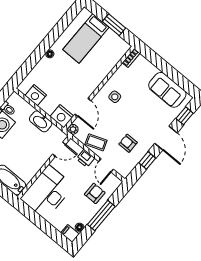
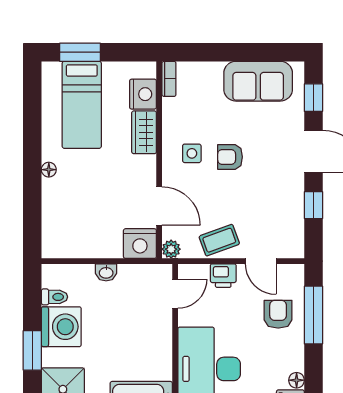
window: (114, 25) -> (80, 52), moved
wardrobe: (102, 71) -> (144, 132), added
nightstand: (36, 95) -> (143, 94), moved, turned -90
washbasin: (41, 121) -> (106, 272), width x0.52, depth x0.69
armchair: (128, 143) -> (230, 157), moved
window: (101, 215) -> (313, 315), moved

